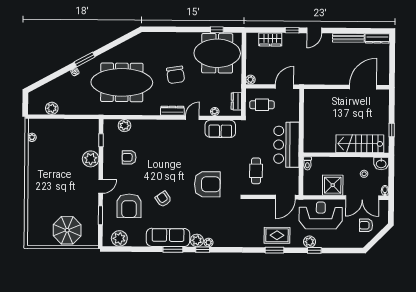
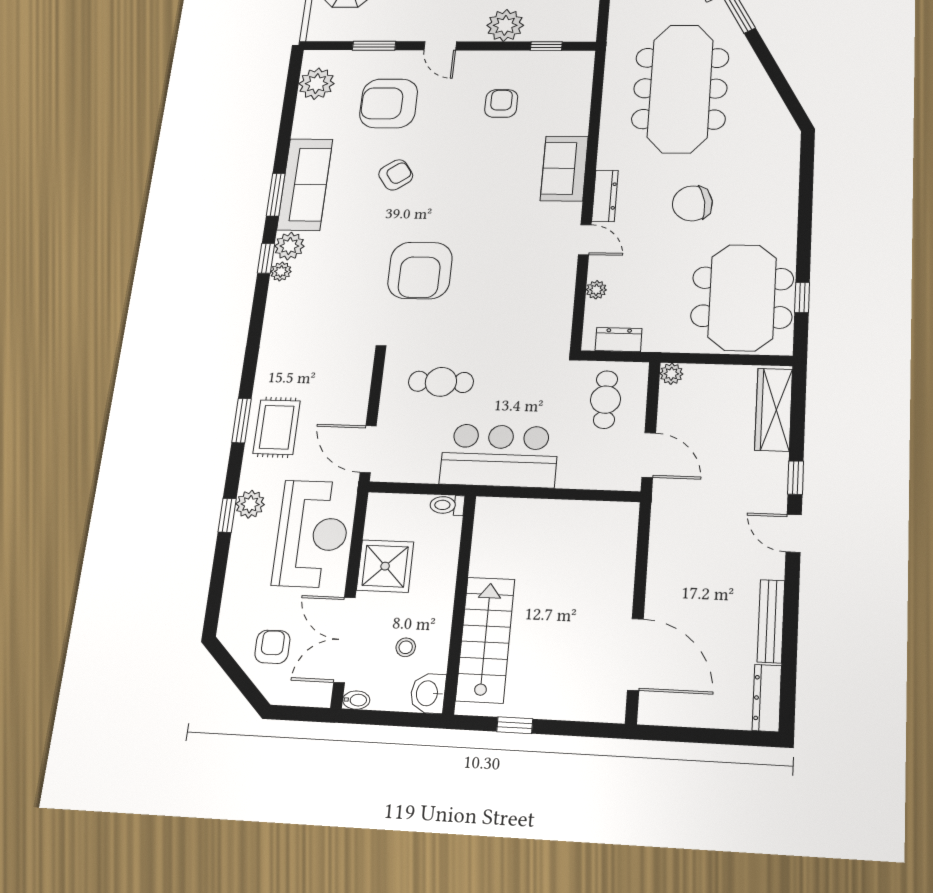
wardrobe: (270, 39) -> (774, 410), width x1.50
plant: (124, 126) -> (577, 94), removed
sofa: (220, 129) -> (564, 168), moved

